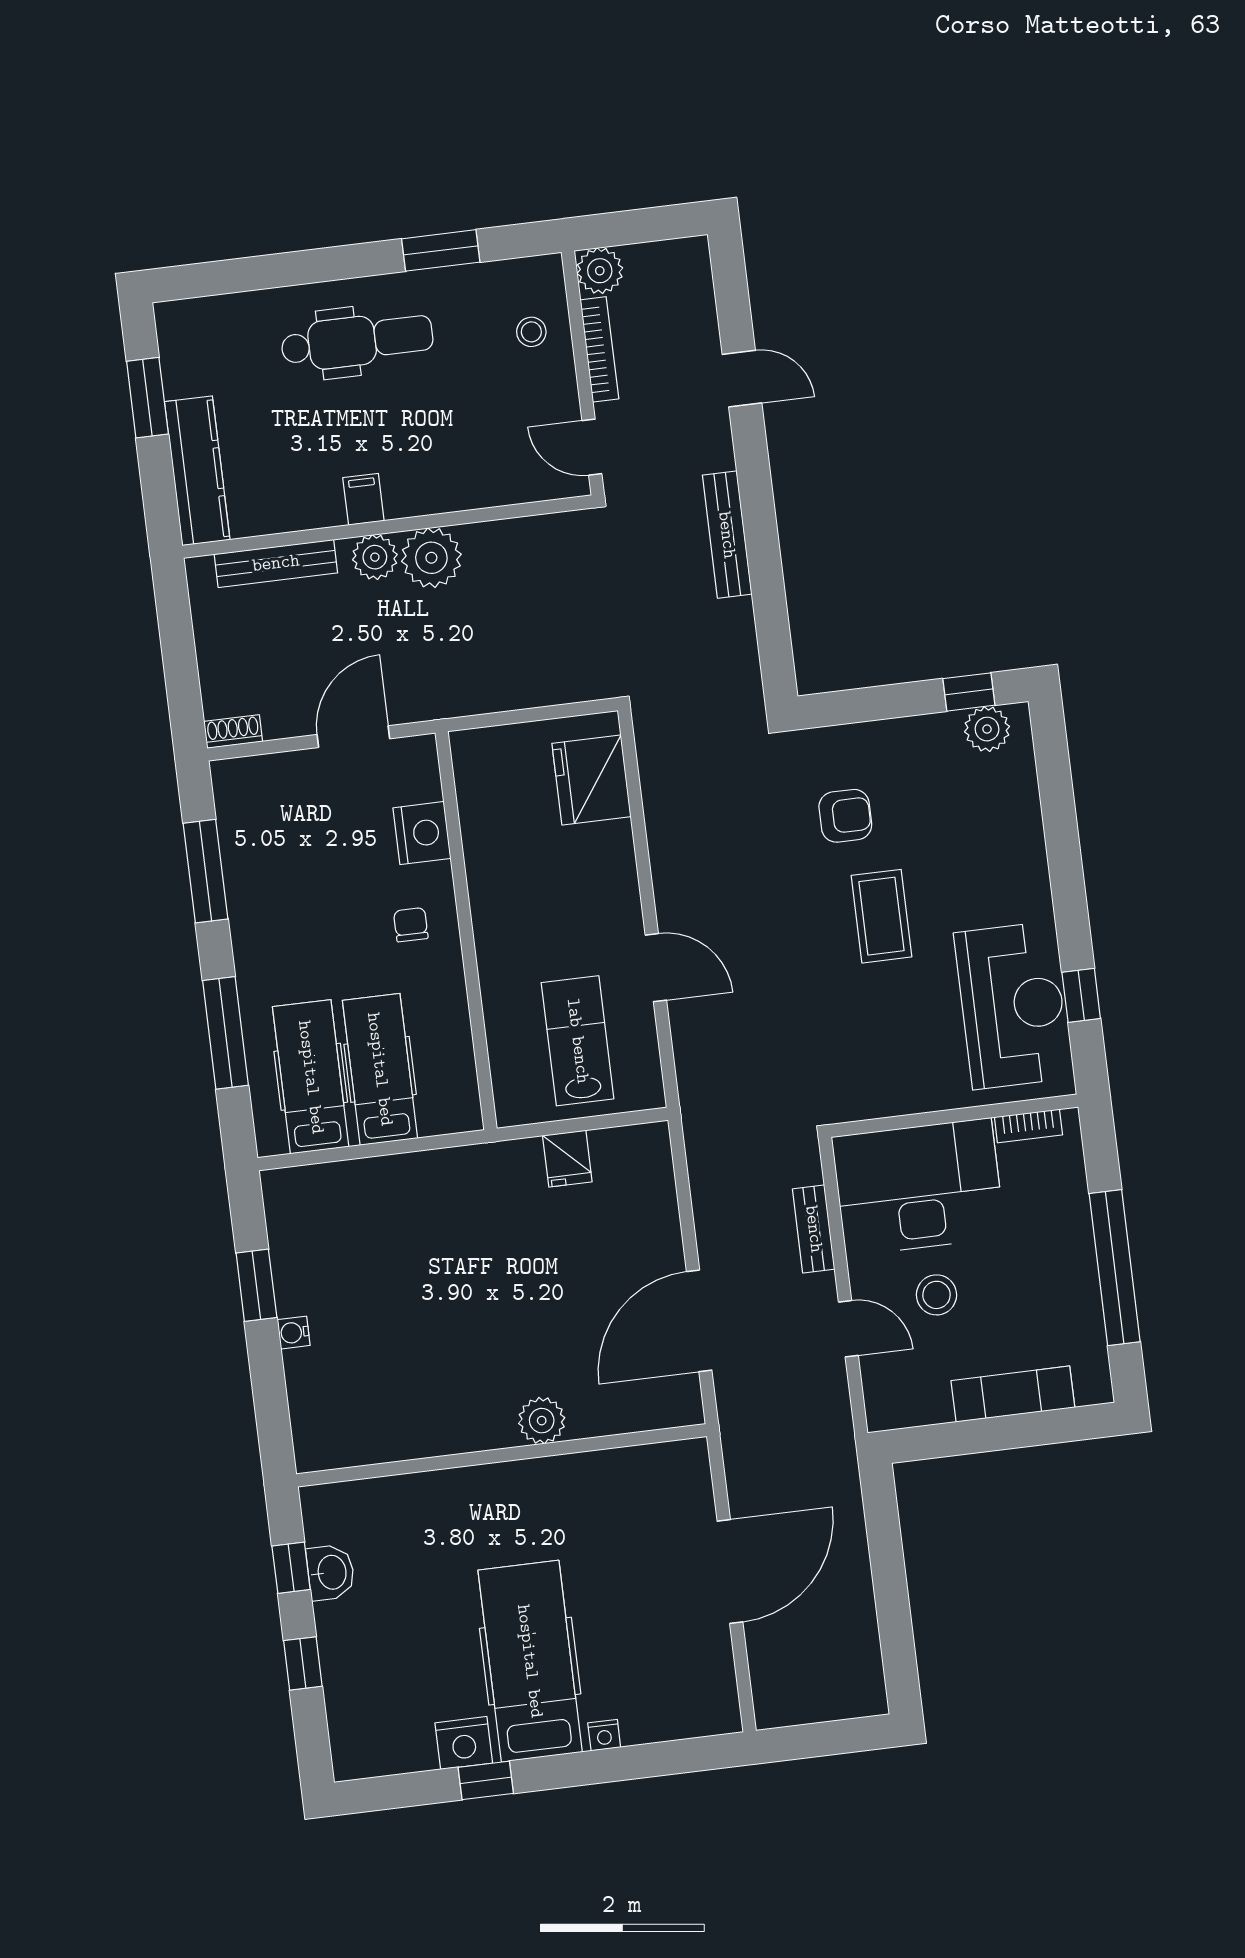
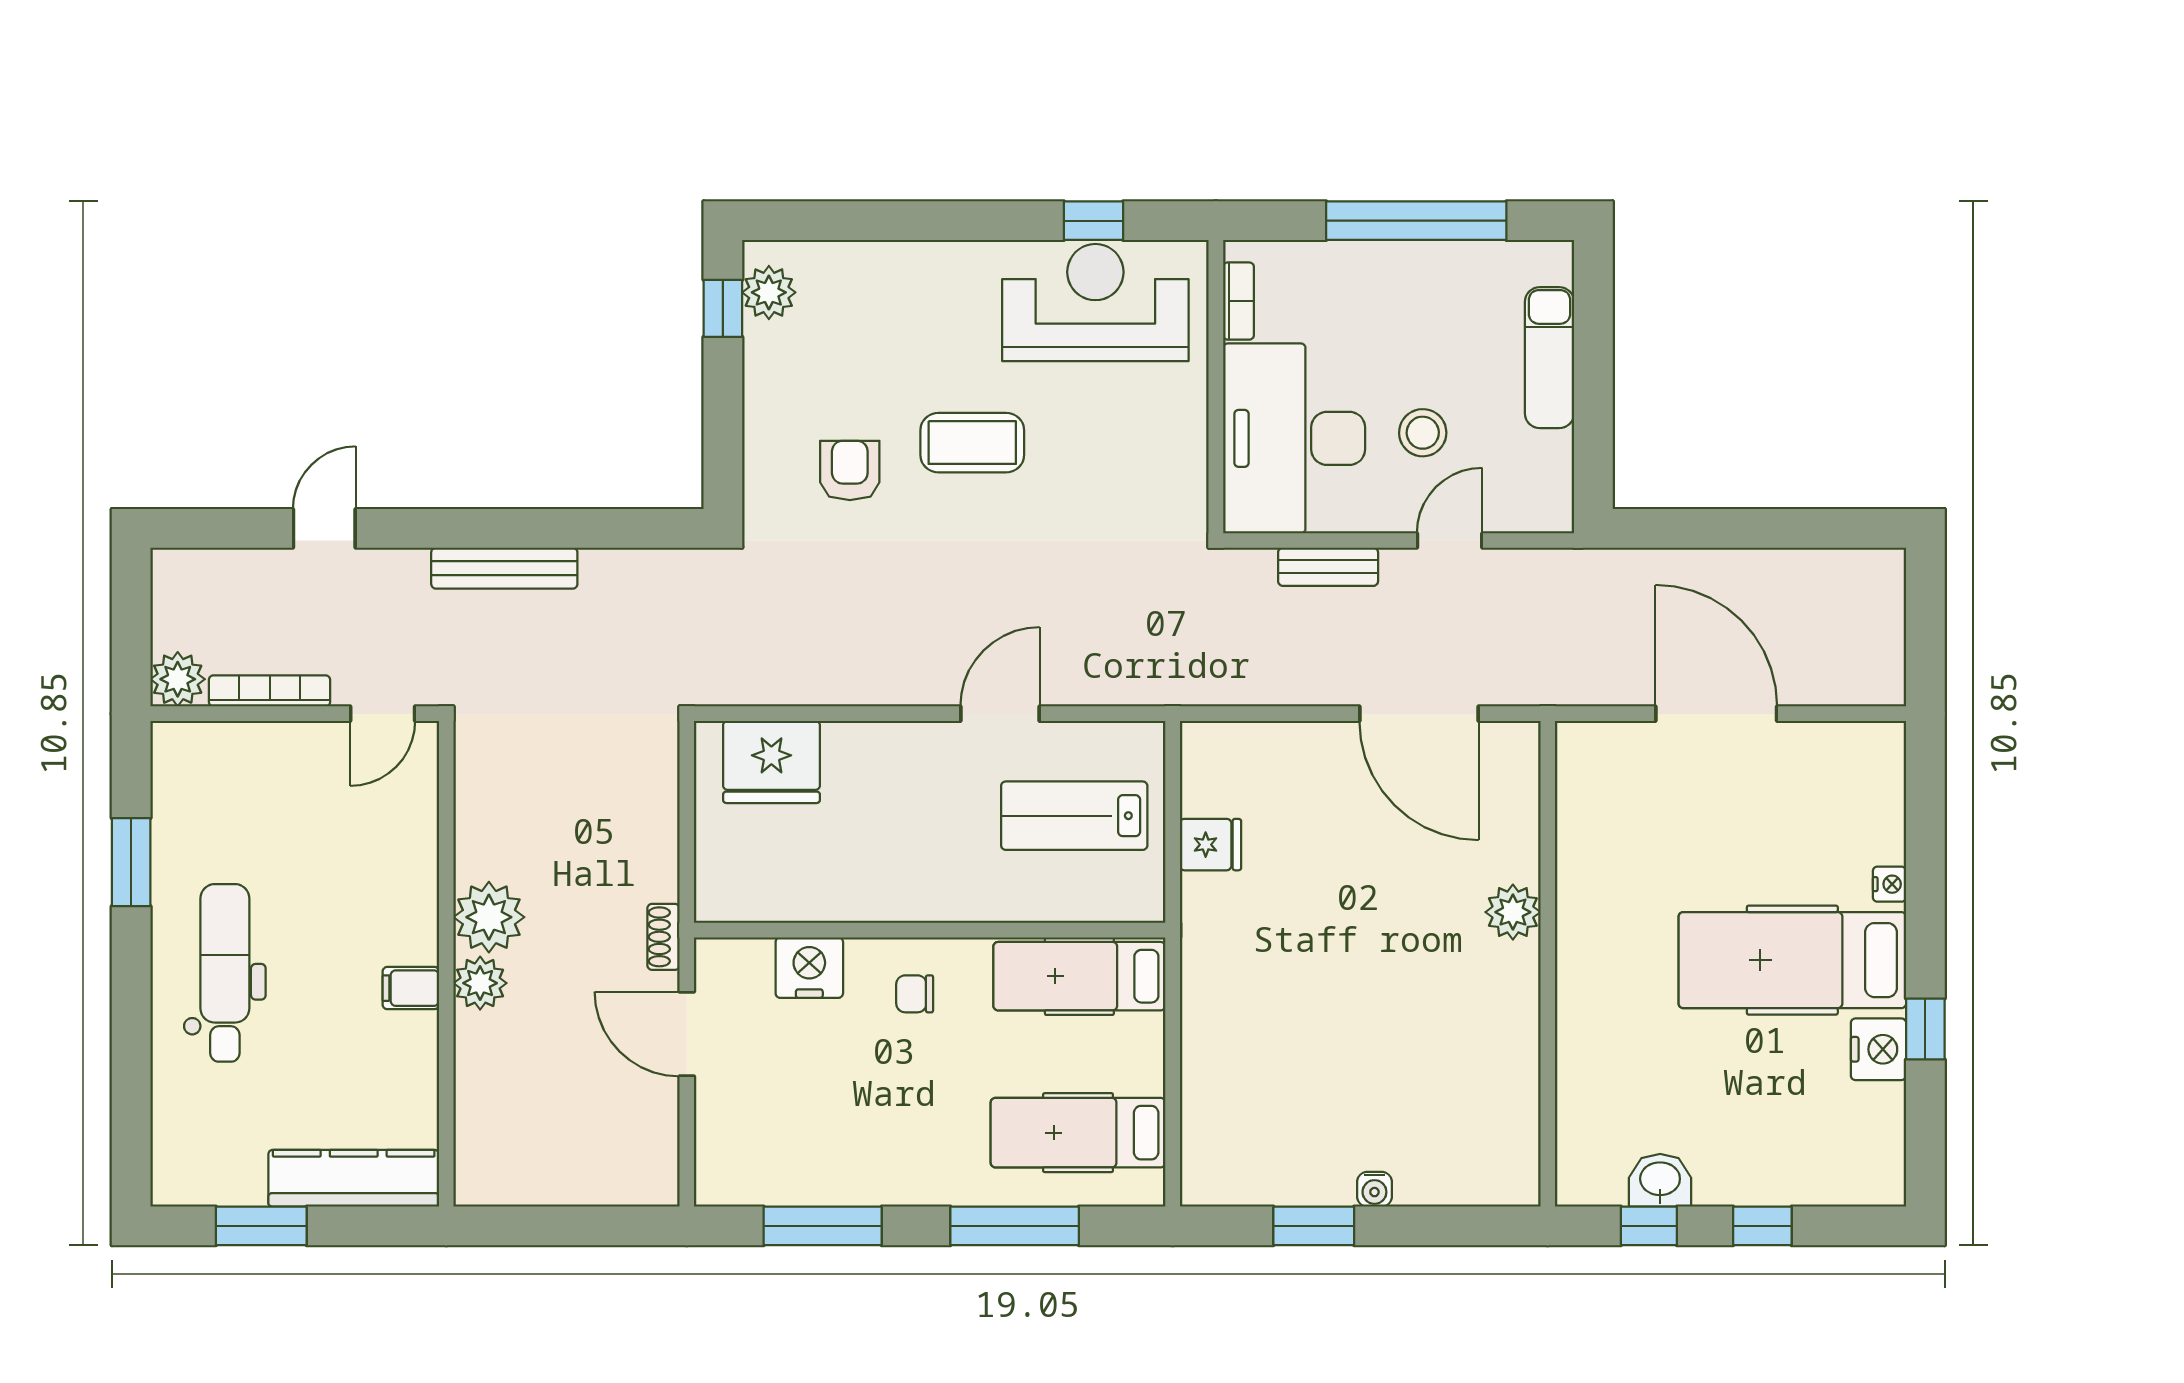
stool: (531, 332) -> (239, 768), removed
bench: (276, 563) -> (473, 1100), removed
shoe rack: (233, 731) -> (663, 937), moved
hospital bed: (380, 1069) -> (1079, 976), moved

